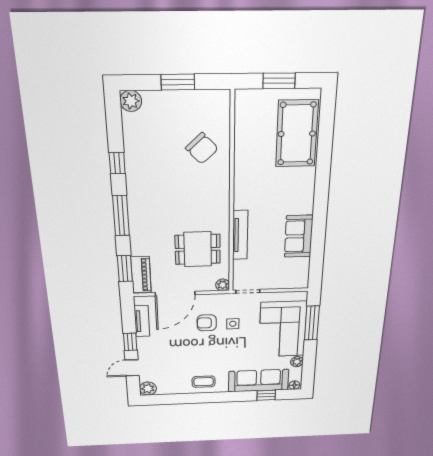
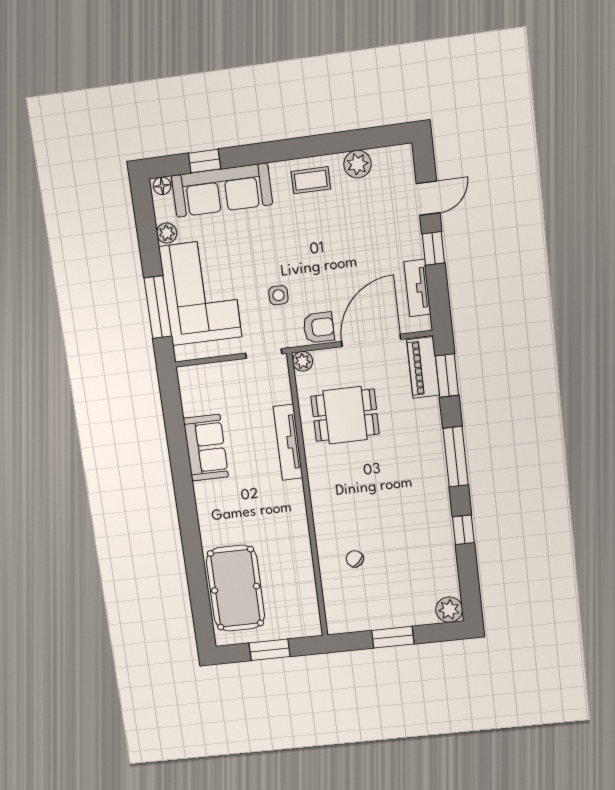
chair: (202, 148) -> (355, 559), width x0.54, depth x0.54
armchair: (207, 323) -> (319, 327), moved
plant: (148, 389) -> (357, 164), moved

